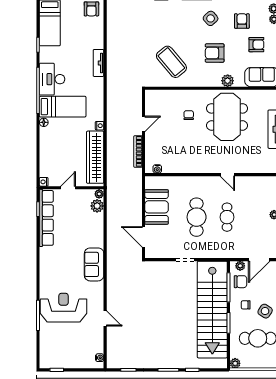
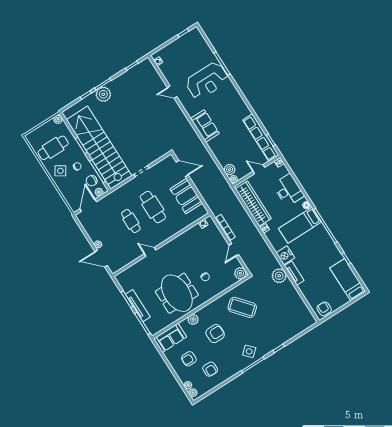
side table: (211, 18) -> (249, 351), moved
plant: (115, 70) -> (279, 276), added
desk: (52, 79) -> (288, 190), moved
nightstand: (96, 86) -> (285, 255), added
plant: (152, 97) -> (240, 273), added
door: (68, 188) -> (259, 169), swing flipped
plant: (174, 360) -> (103, 94), added

